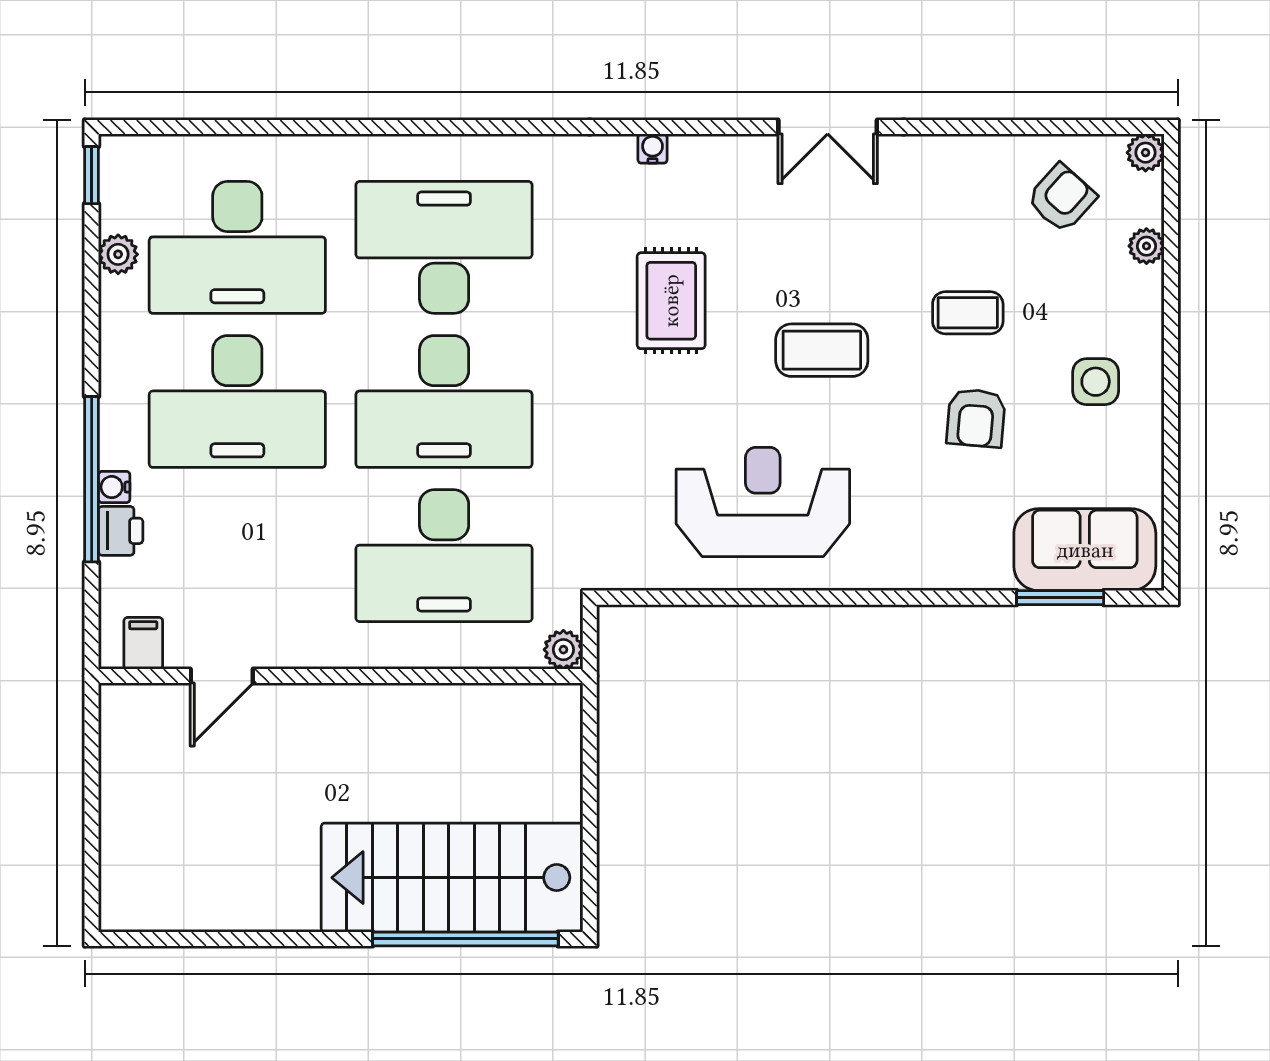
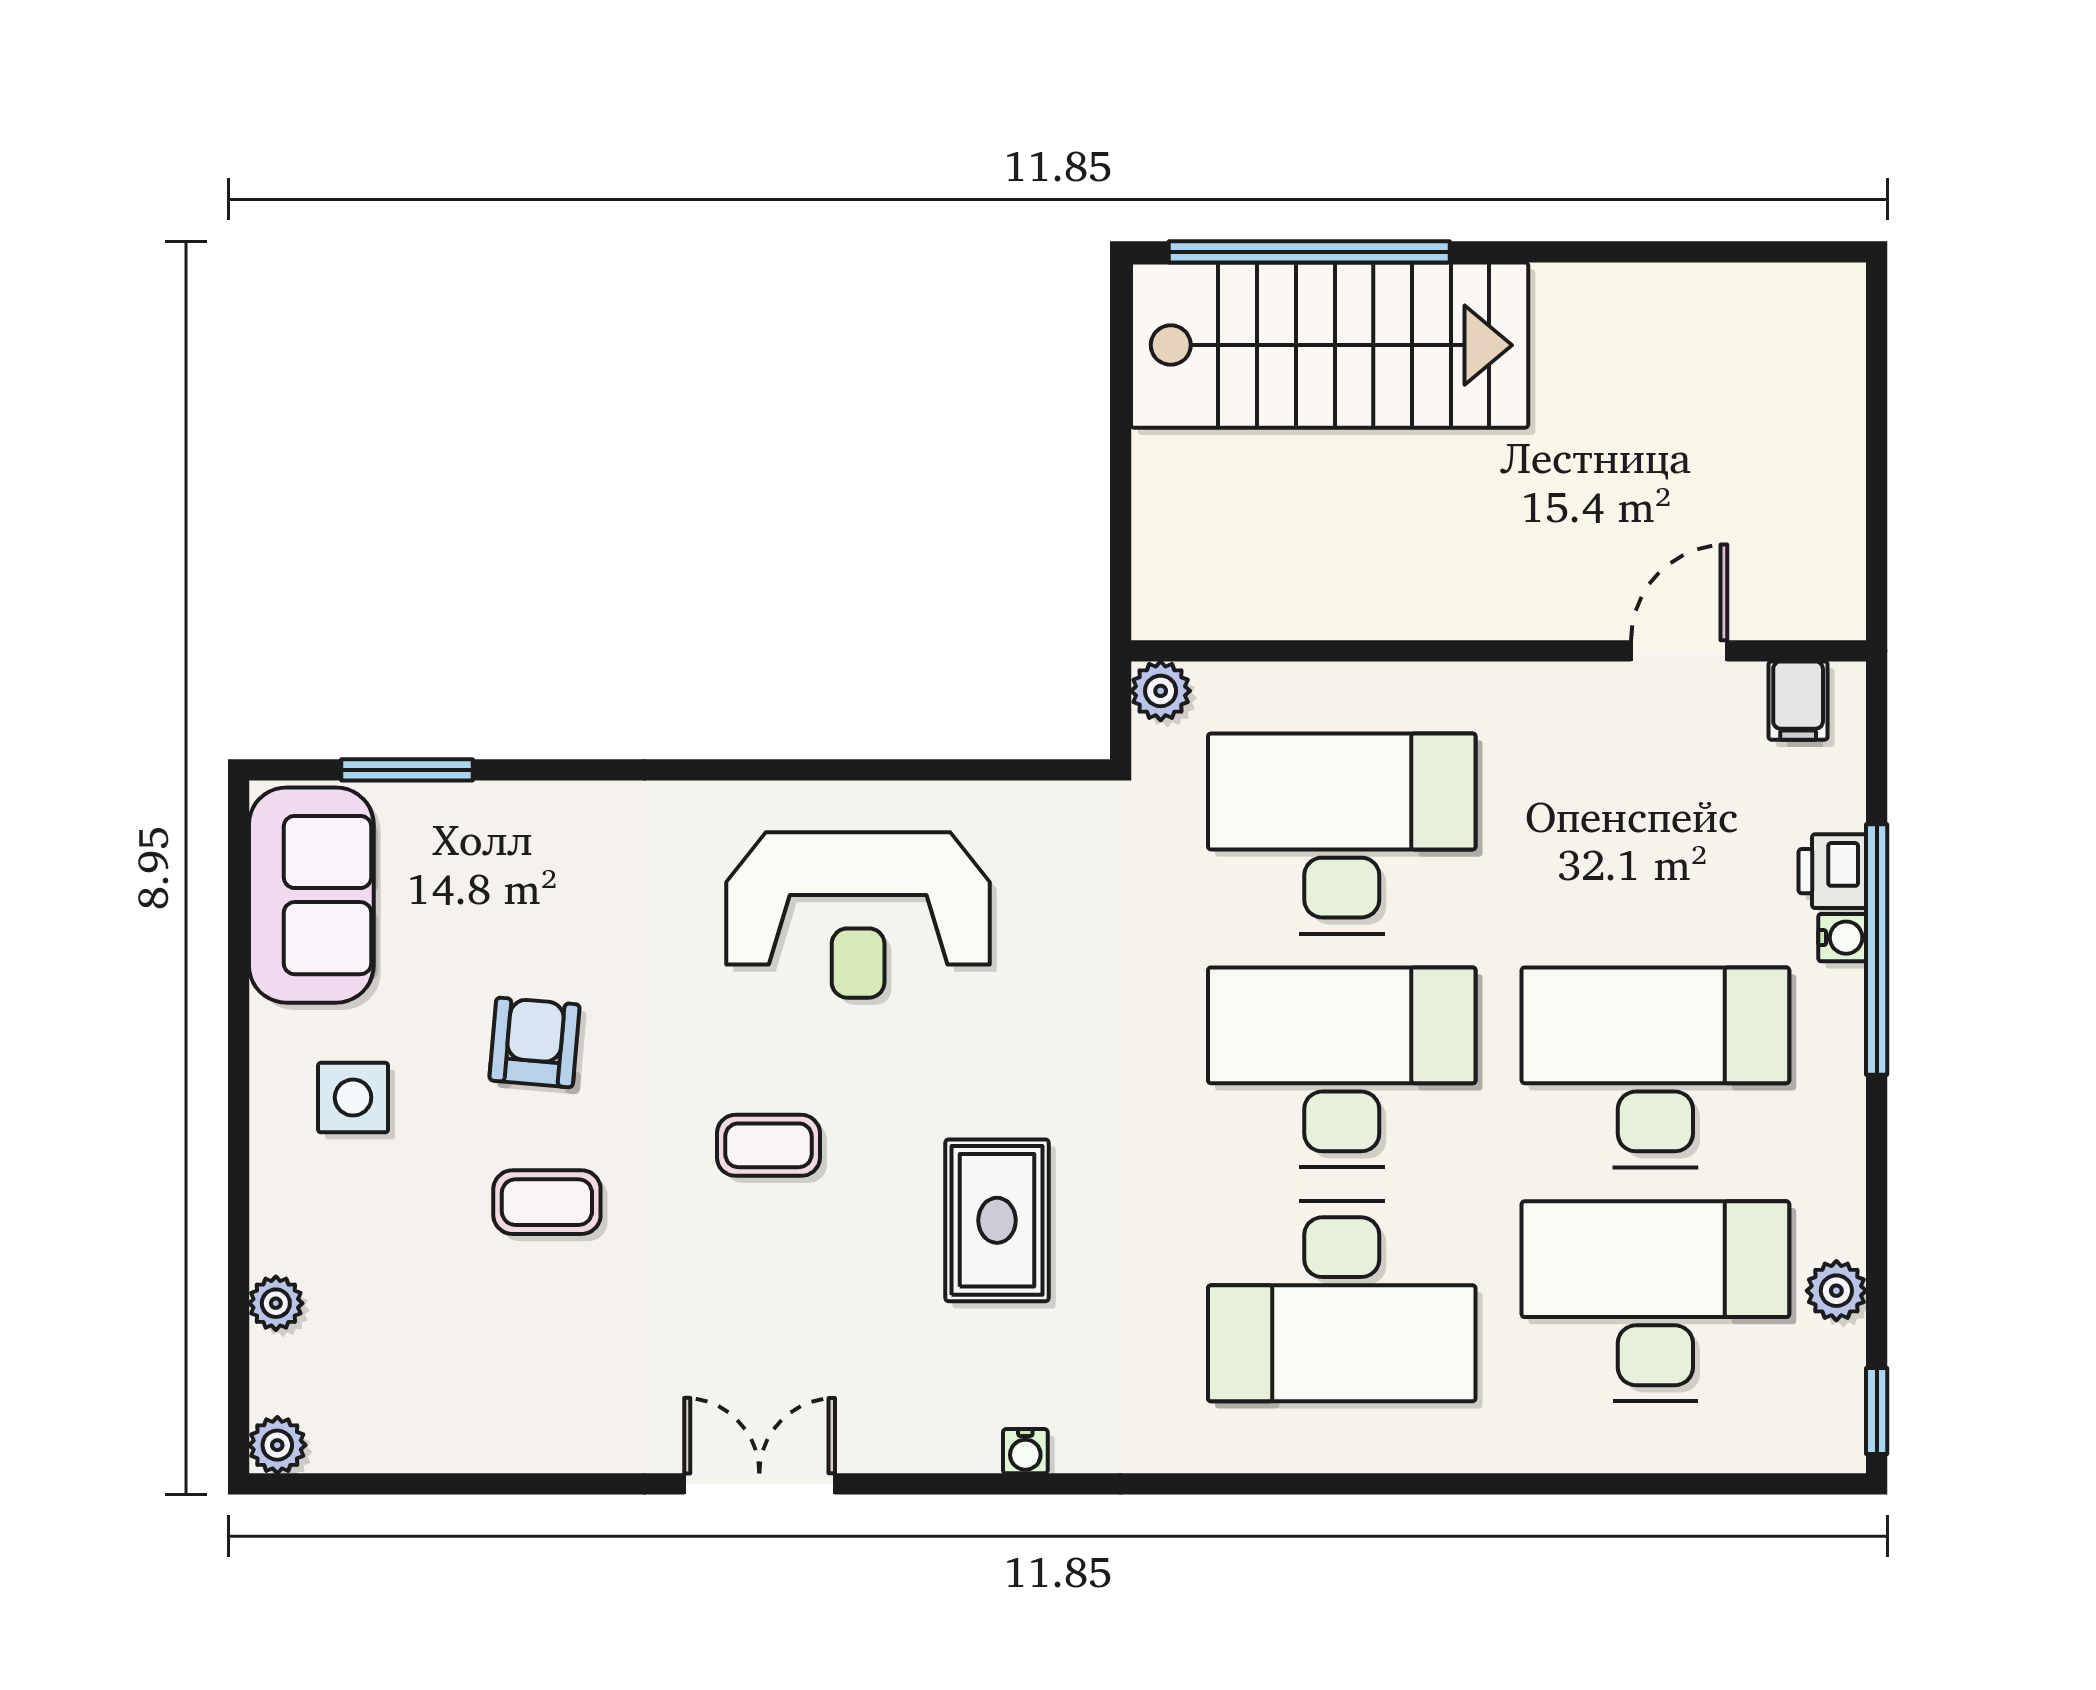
armchair: (1062, 198) -> (405, 1376), removed
coffee table: (822, 350) -> (768, 1145), width x0.73, depth x0.77
sofa: (1085, 550) -> (311, 895), moved, turned -90

